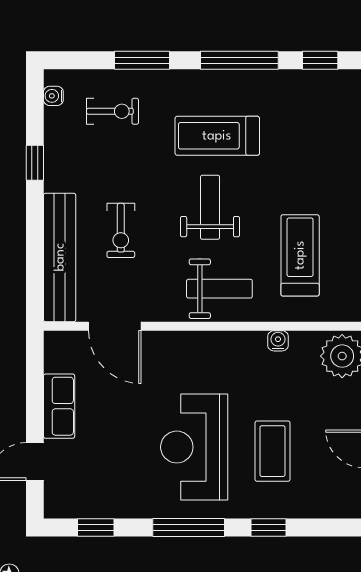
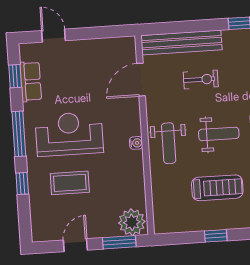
exercise bike: (121, 230) -> (201, 79), turned 180
treadmill: (300, 255) -> (217, 188), moved
water cooler: (278, 341) -> (136, 143), moved
row of seats: (59, 406) -> (31, 81), moved, turned -90

